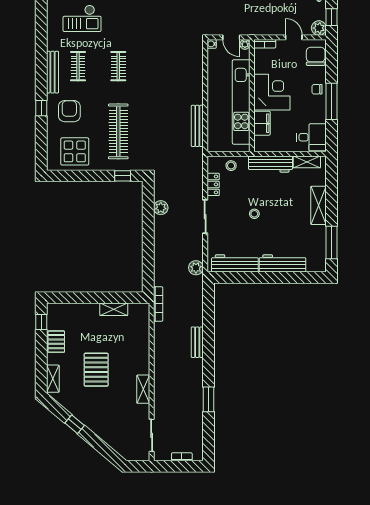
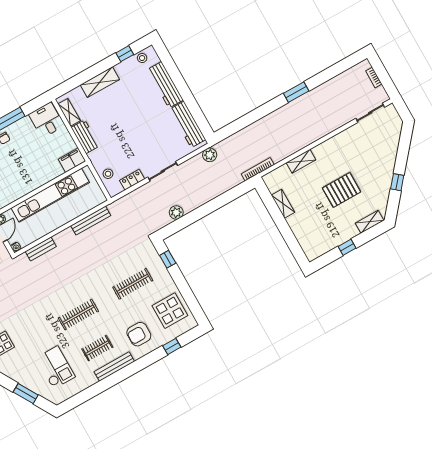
clothes rail: (118, 66) -> (78, 315), width x1.36
corner desk: (272, 92) -> (28, 174), removed
window: (41, 108) -> (172, 346), moved
filing cabinet: (262, 123) -> (72, 160), moved
clothes rail: (118, 131) -> (133, 284), width x0.73, depth x0.76
workbench: (270, 164) -> (85, 137), width x0.73
stool: (254, 214) -> (142, 58), moved
window: (332, 243) -> (125, 54), width x0.46
window: (41, 322) -> (347, 247), moved
pallet: (56, 342) -> (337, 236), removed
bench: (197, 342) -> (41, 249), moved
shelving: (143, 389) -> (301, 161), moved
window: (208, 399) -> (296, 92), moved

